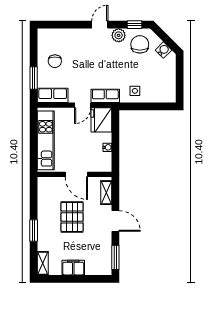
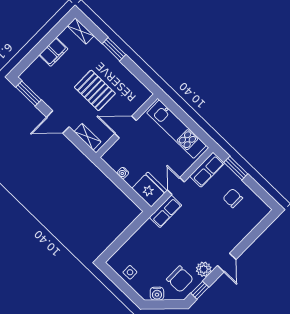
side table: (135, 91) -> (130, 272), moved

